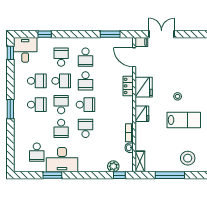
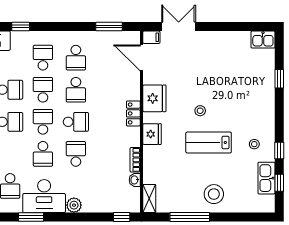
school desk: (61, 81) -> (43, 90), turned -90
locker: (128, 86) -> (133, 113), moved
lab bench: (184, 120) -> (209, 142), turned 180
plant: (113, 166) -> (74, 205), moved

